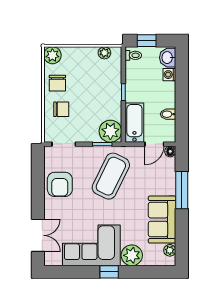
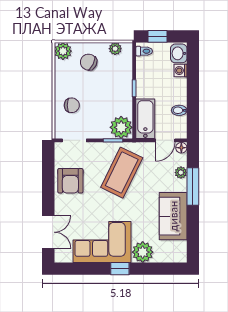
chair: (57, 83) -> (89, 62), moved, turned 116
plant: (170, 250) -> (181, 173), moved

